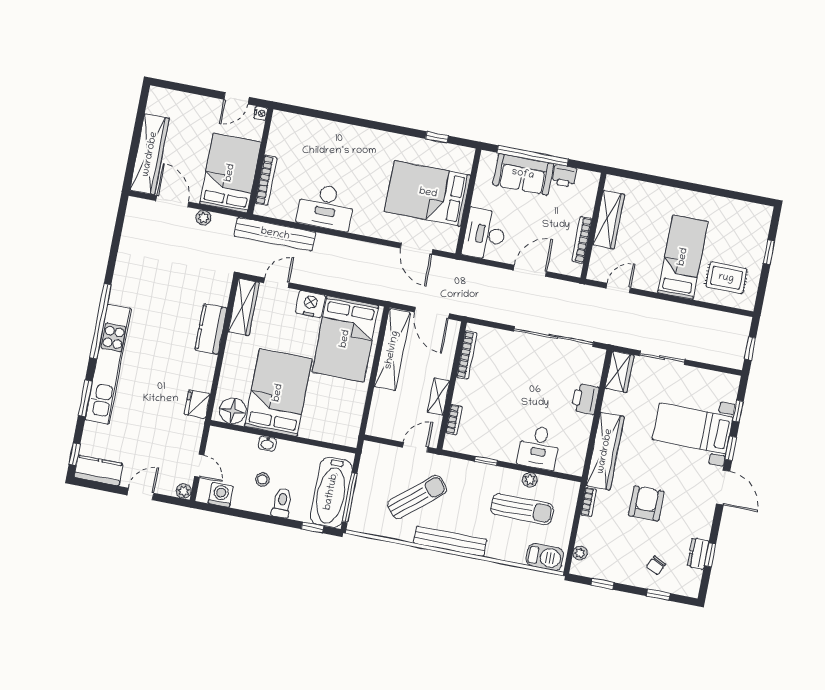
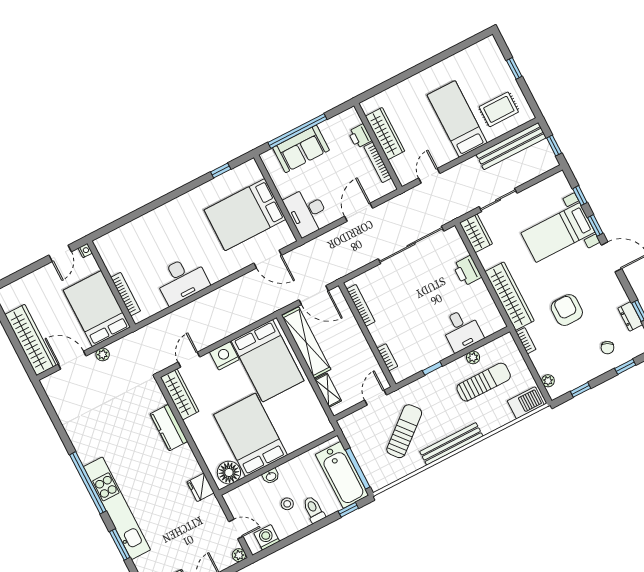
printer: (564, 176) -> (360, 136), moved, turned 90
bench: (275, 234) -> (511, 146), moved
shelving: (439, 397) -> (328, 390), moved

